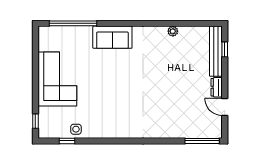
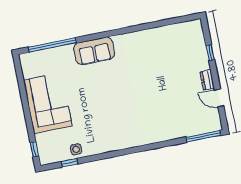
plant: (173, 31) -> (153, 33), removed
window: (225, 49) -> (210, 53), moved
bench: (216, 51) -> (199, 44), removed

